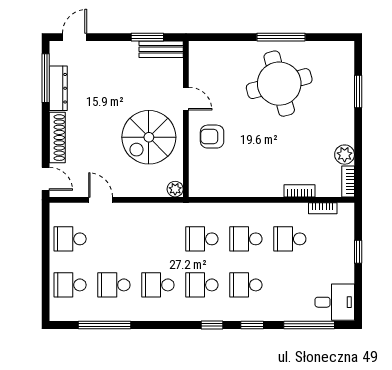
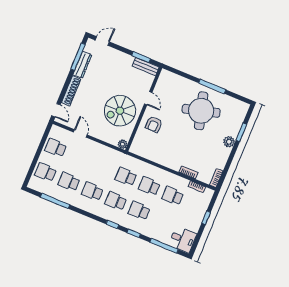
armchair: (212, 137) -> (154, 124), turned -90
plant: (345, 155) -> (229, 142), moved

